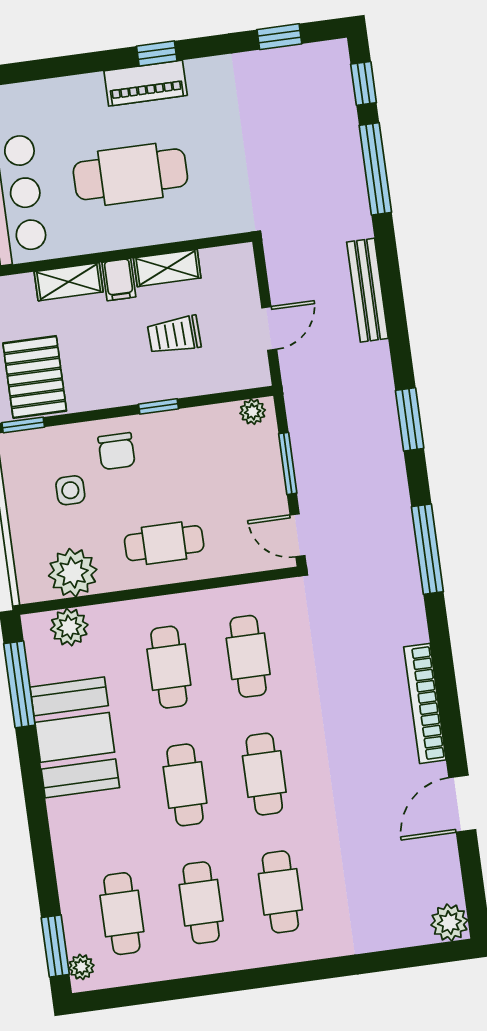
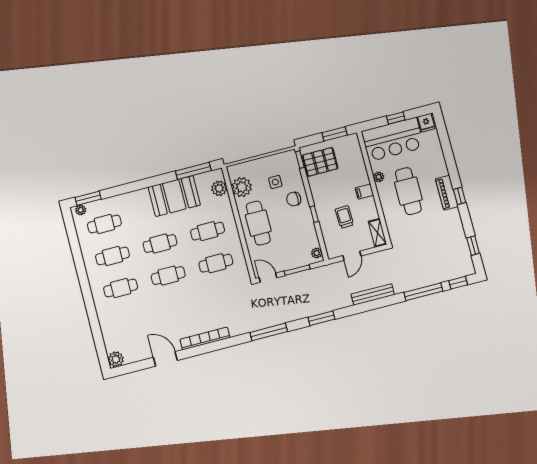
plant: (88, 241) -> (379, 177), added
shelving: (167, 268) -> (377, 233), moved
shelving: (69, 282) -> (361, 171), removed
door: (269, 329) -> (352, 256), hinge flipped
door: (298, 535) -> (268, 278), hinge flipped
cafe table: (164, 543) -> (258, 223), width x1.37, depth x1.35

